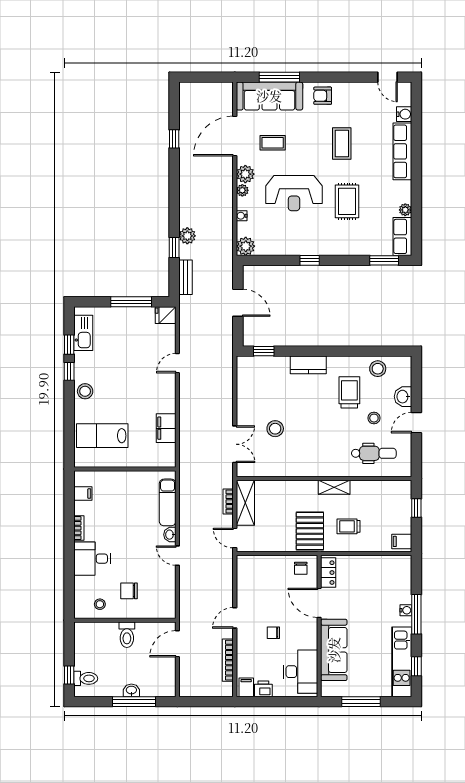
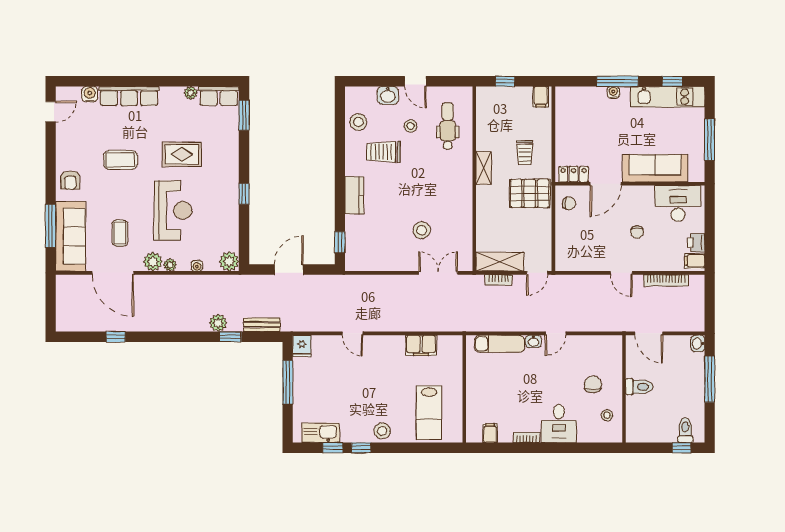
chair: (129, 591) -> (593, 384), turned 180
washbasin: (131, 690) -> (698, 343), moved

